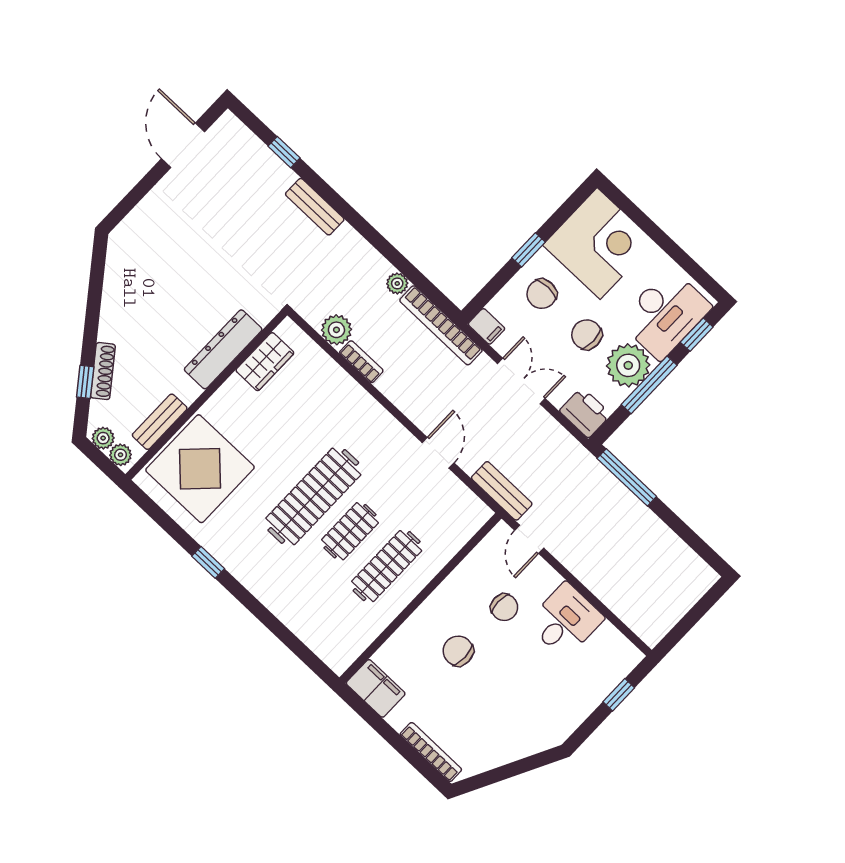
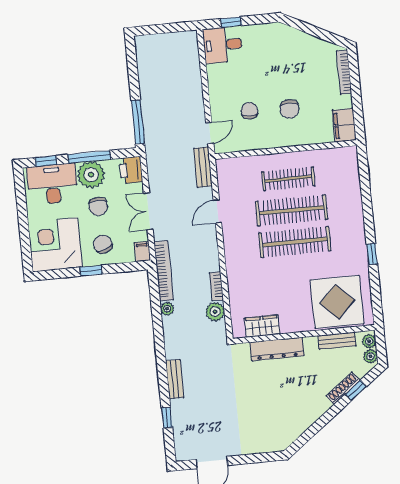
chair: (542, 294) -> (103, 244), turned -110
clothes rail: (350, 531) -> (292, 210), width x1.86, depth x1.31
desk: (565, 621) -> (223, 45), moved

